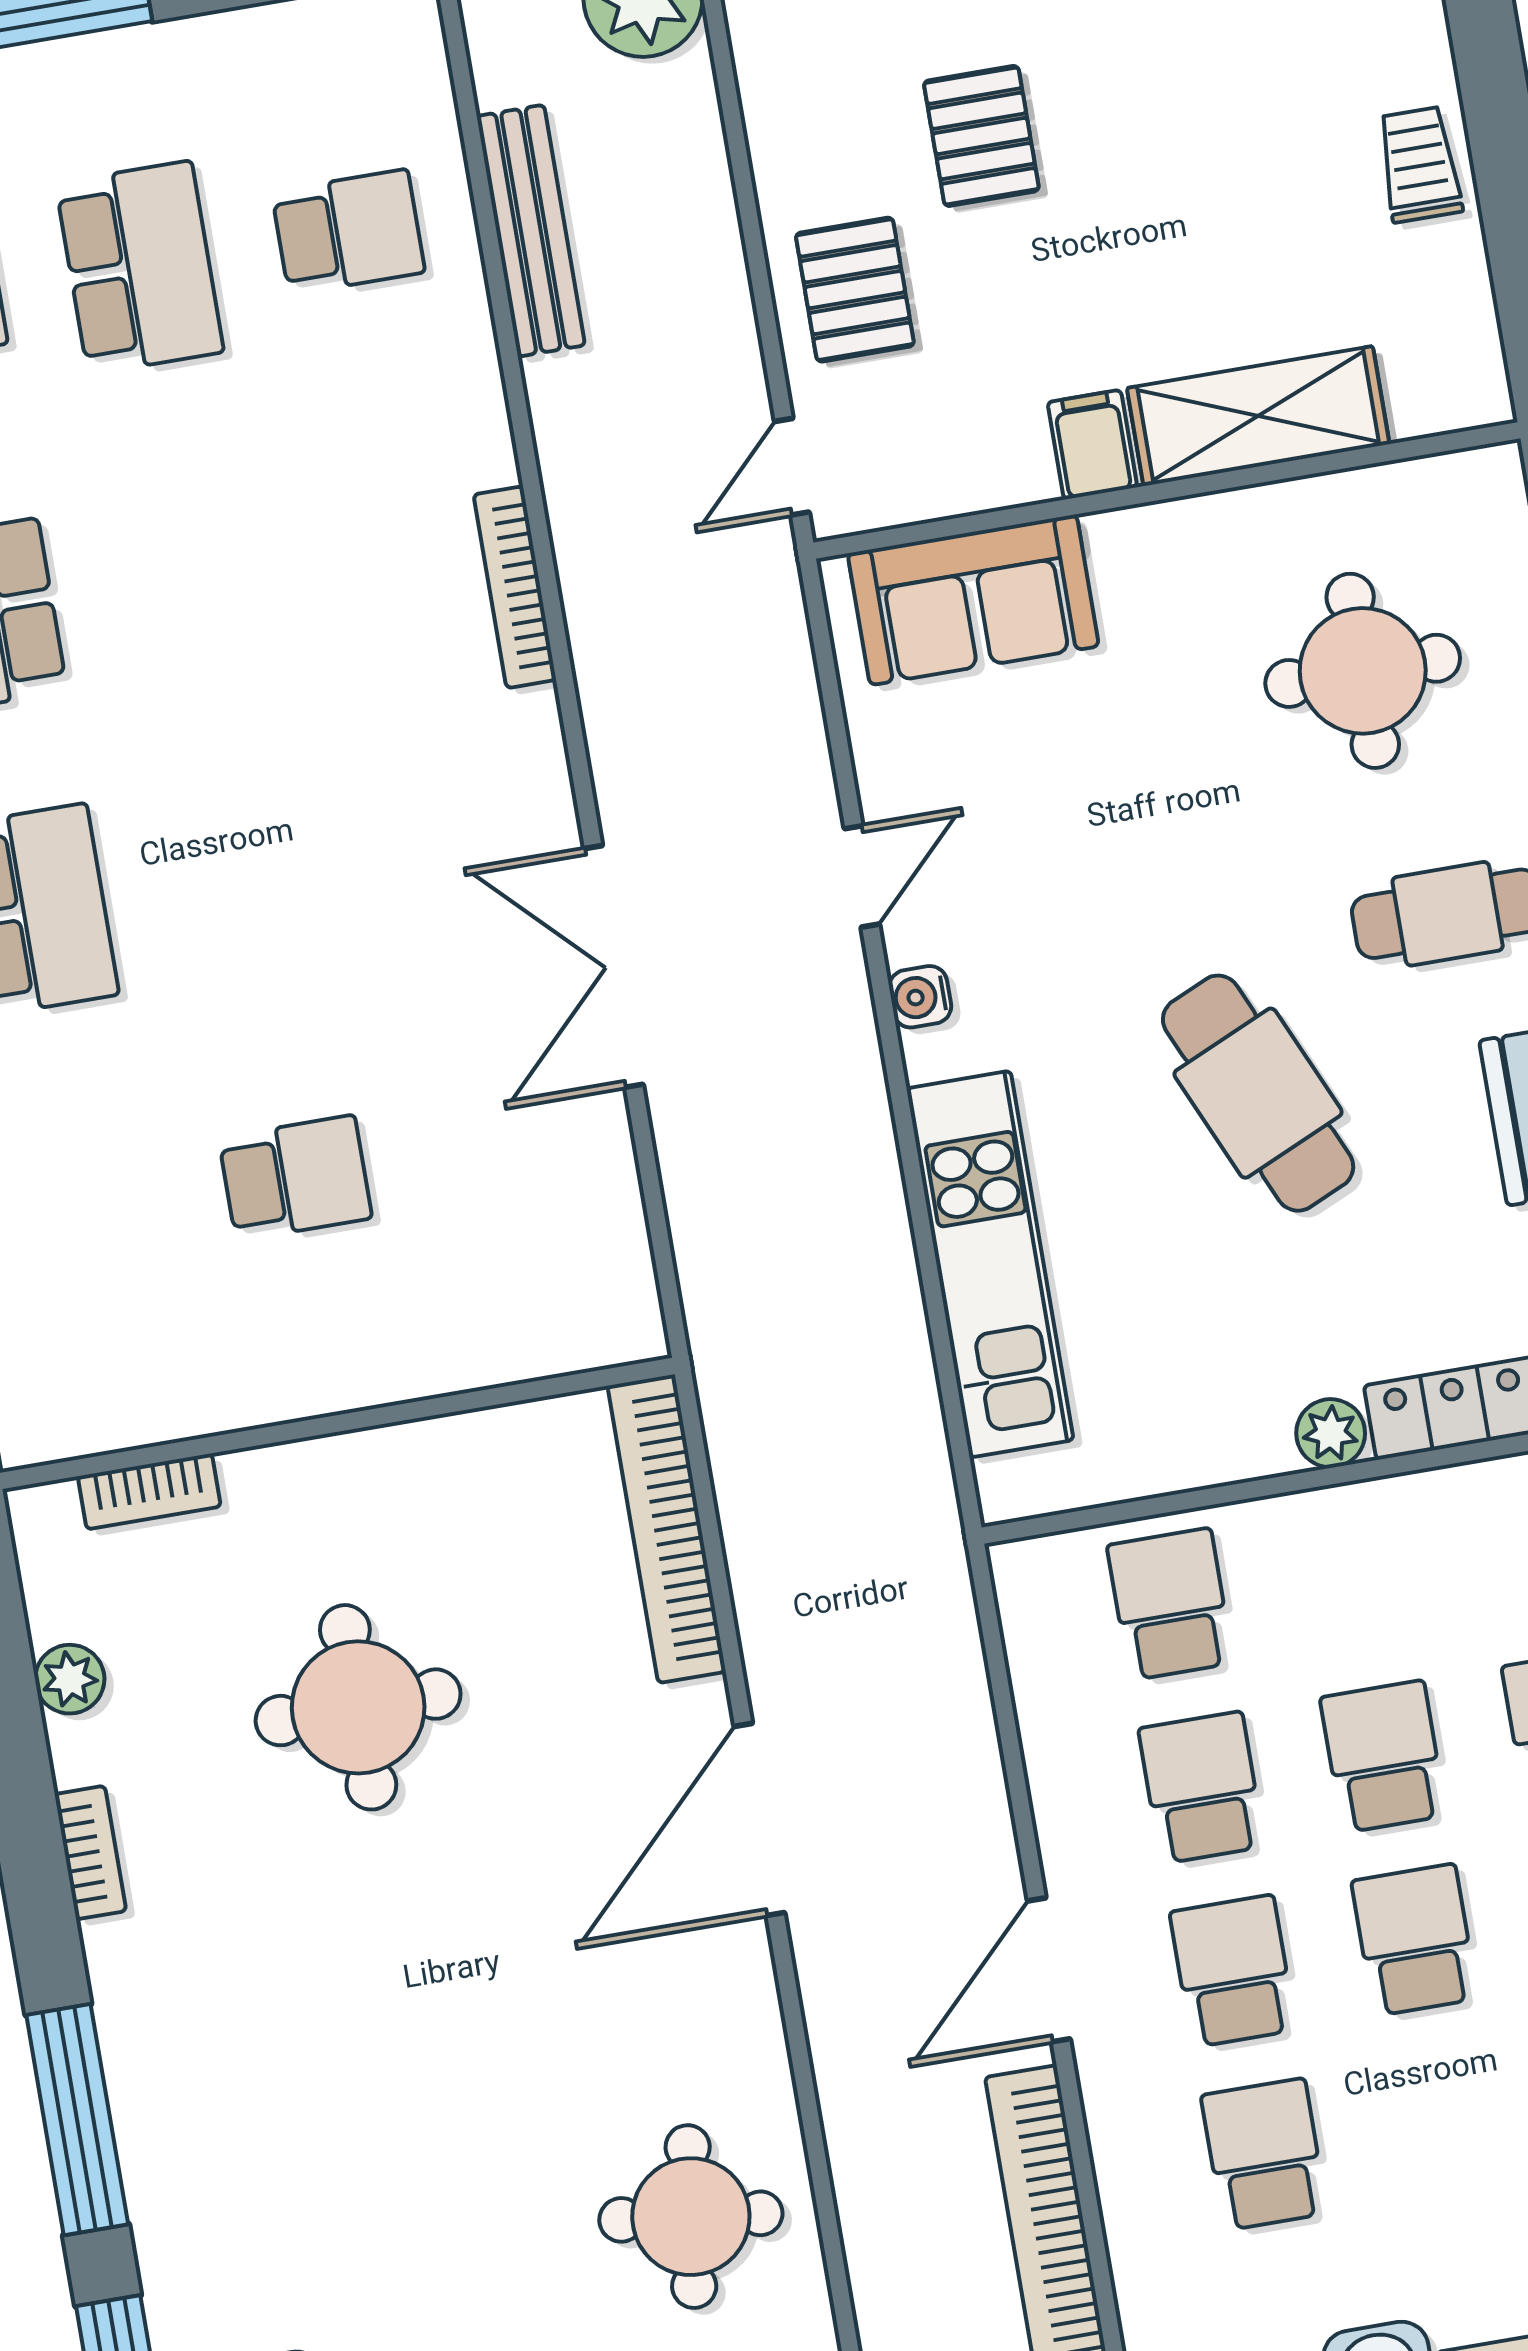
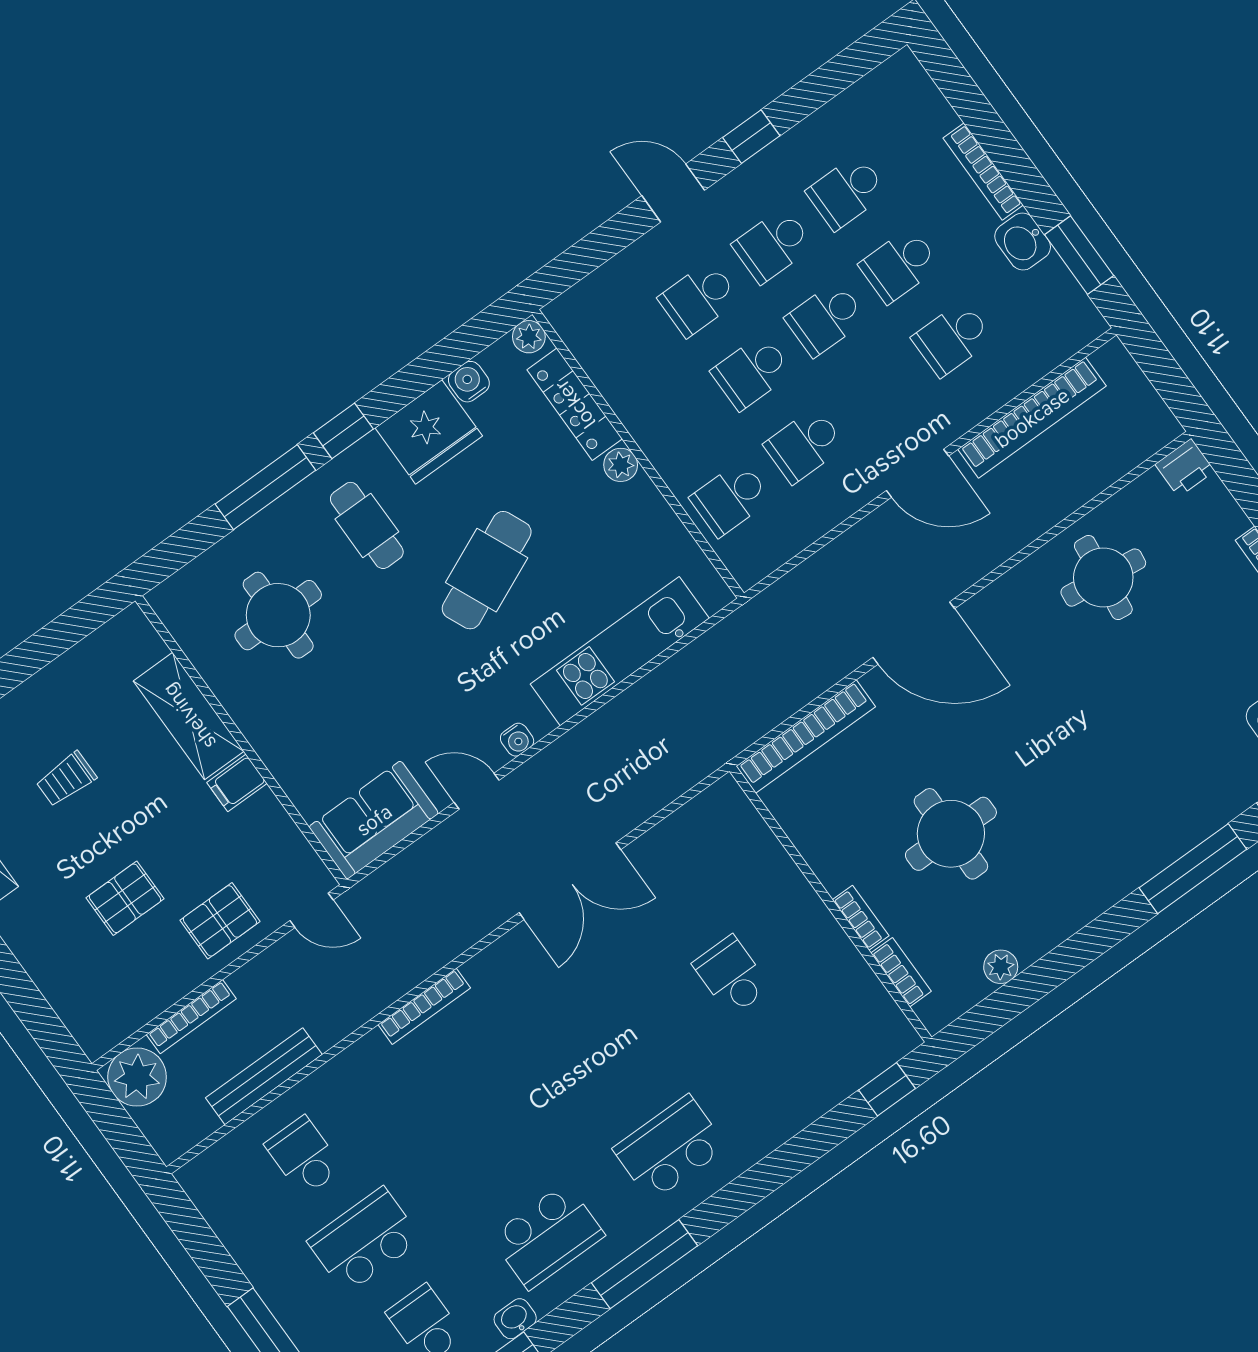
bookcase: (705, 151) -> (191, 1017), added
trolley: (1419, 164) -> (66, 779), moved
sofa: (973, 600) -> (374, 820), moved, turned -90
bookcase: (90, 1853) -> (861, 918), moved, turned 90
school desk: (1233, 1971) -> (899, 265), moved

